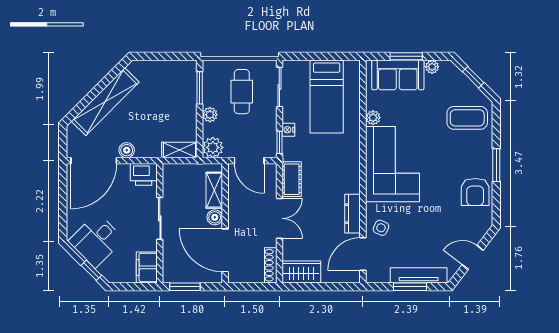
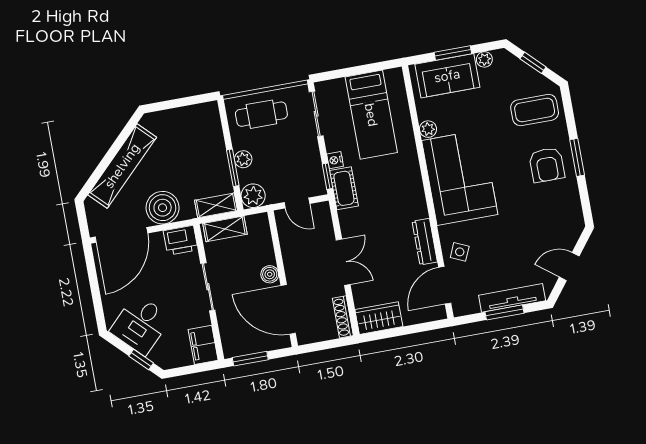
window: (200, 88) -> (233, 168), moved
cafe table: (242, 92) -> (261, 114), moved, turned 90
boiler: (127, 150) -> (163, 208), width x1.86, depth x1.86
door: (249, 161) -> (297, 203), width x0.73
cot: (292, 179) -> (344, 188), moved
shelving: (214, 190) -> (225, 229), moved, turned 90
armchair: (475, 192) -> (547, 165), moved

